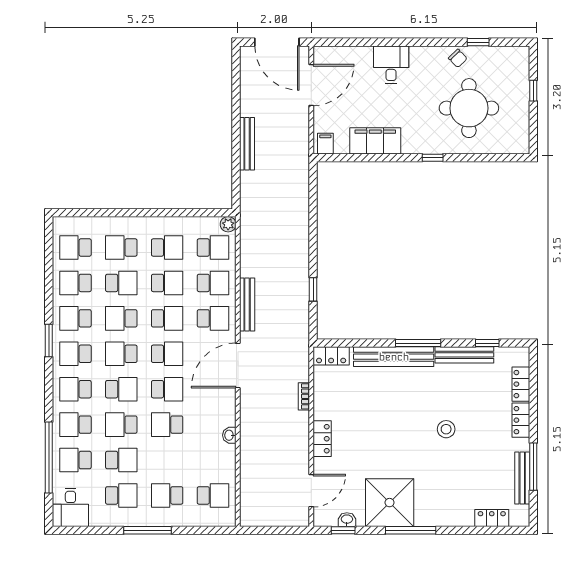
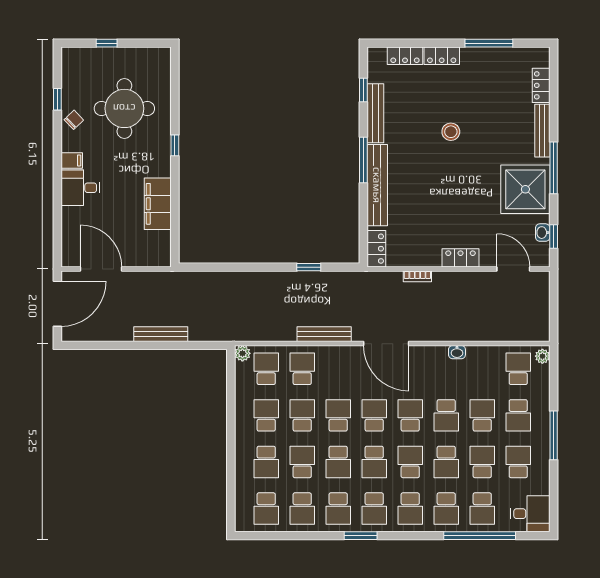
filing cabinet: (325, 144) -> (72, 160), moved, turned 180
school desk: (213, 318) -> (482, 415), moved
bench: (522, 478) -> (542, 131), moved, turned 90
plant: (225, 519) -> (542, 356), added

